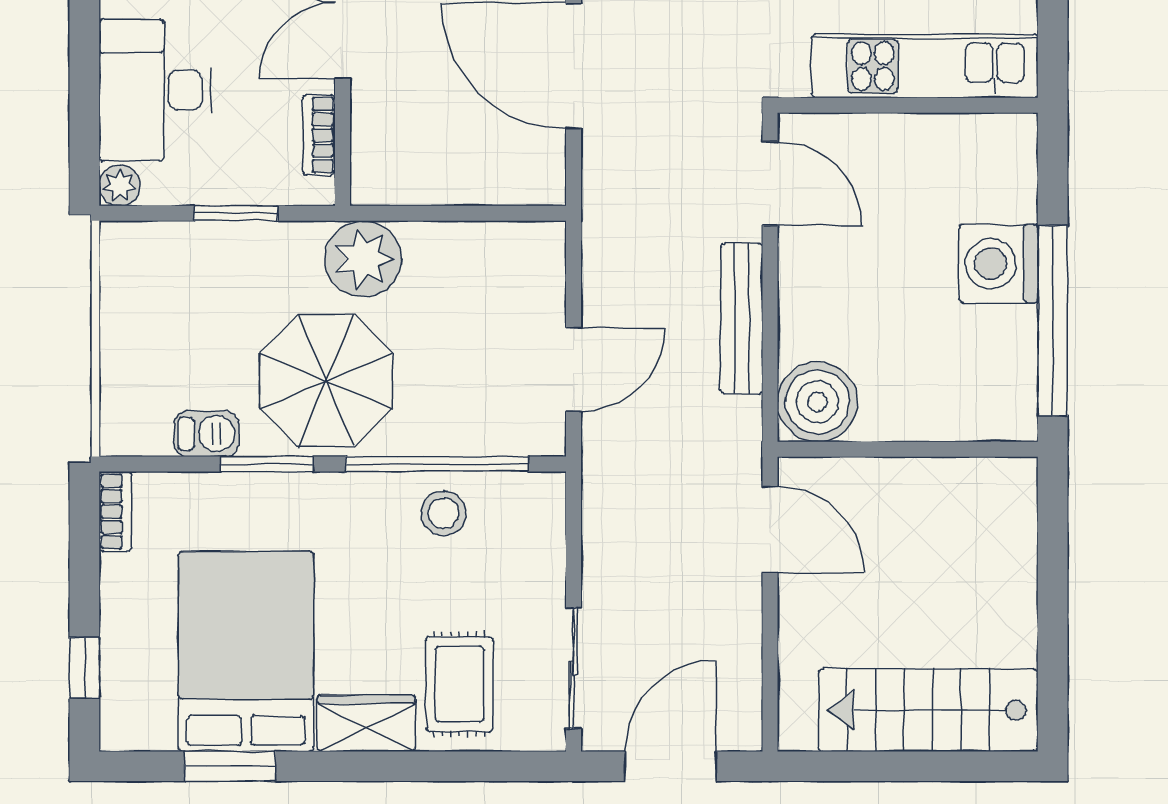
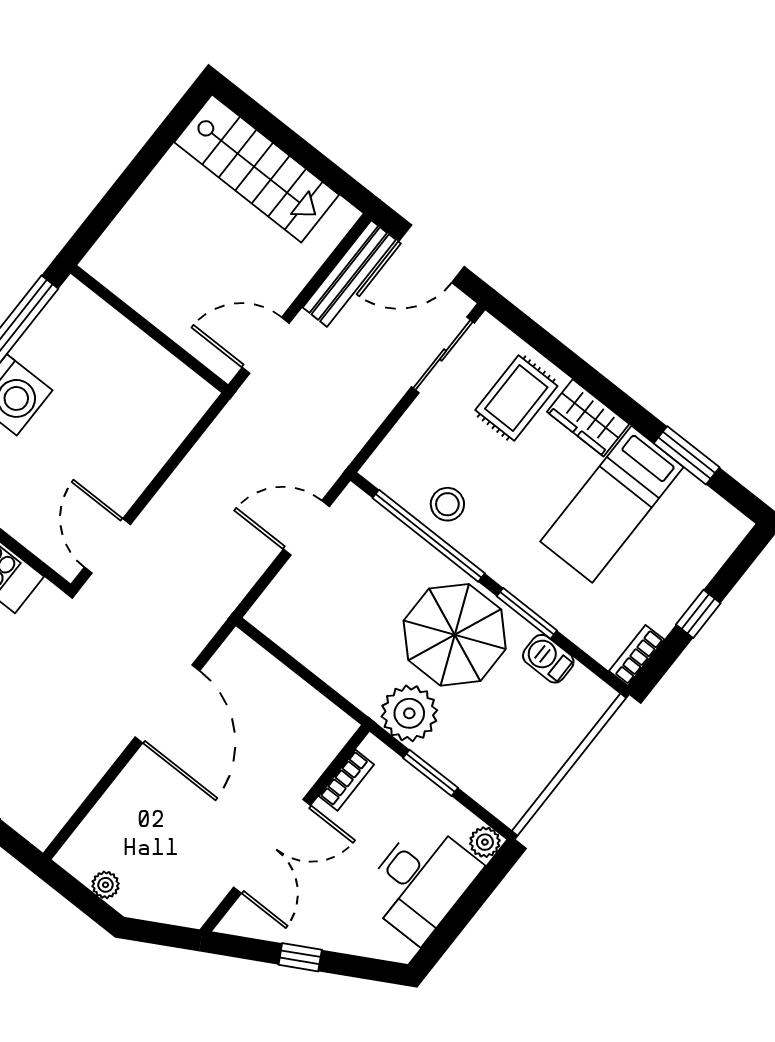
plant: (363, 259) -> (409, 713), moved
bench: (742, 319) -> (349, 274), moved
boiler: (817, 402) -> (180, 398), removed
door: (770, 530) -> (266, 345), hinge flipped
bed: (246, 651) -> (612, 504), width x0.67
window: (84, 668) -> (698, 614), moved

